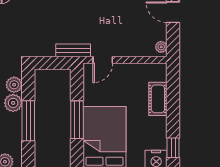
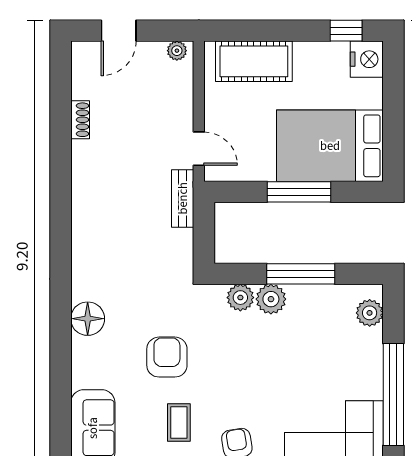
cot: (158, 99) -> (254, 61), width x1.37, depth x1.34

